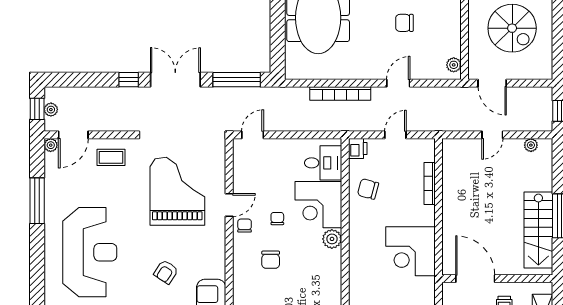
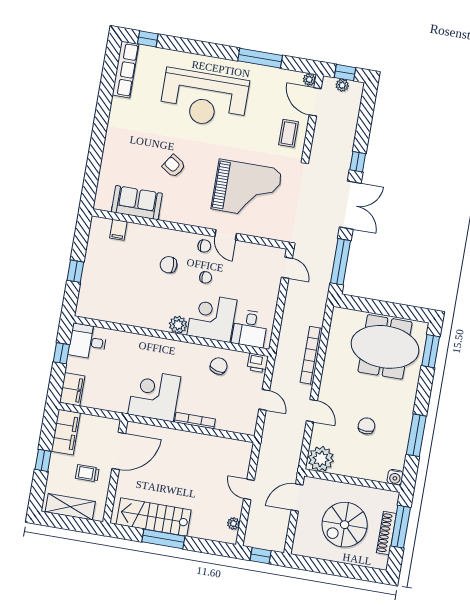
plant: (454, 65) -> (321, 459), width x1.87, depth x1.87
bookcase: (430, 184) -> (195, 421), moved

